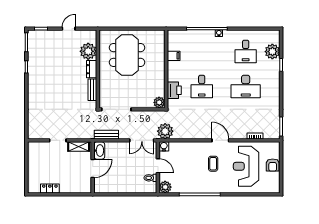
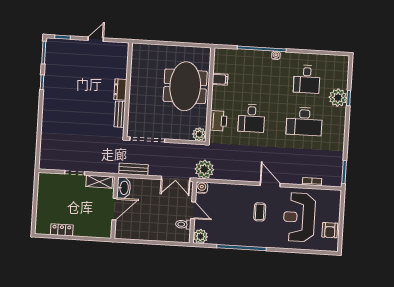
plant: (88, 51) -> (118, 68), removed
plant: (272, 52) -> (338, 98), moved
meeting table: (127, 55) -> (185, 86), moved
armchair: (273, 165) -> (330, 230), moved

